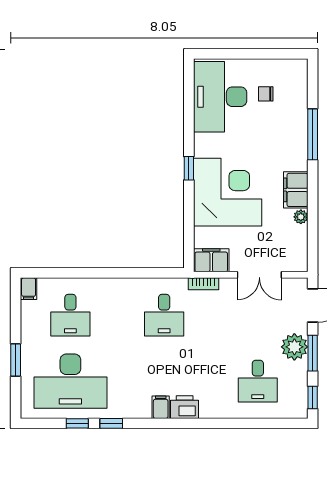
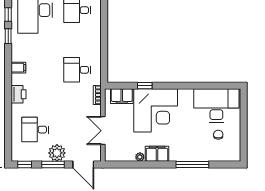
window: (189, 168) -> (145, 86), moved
filing cabinet: (211, 260) -> (122, 96), moved, turned 90
printer: (185, 407) -> (19, 94), moved

